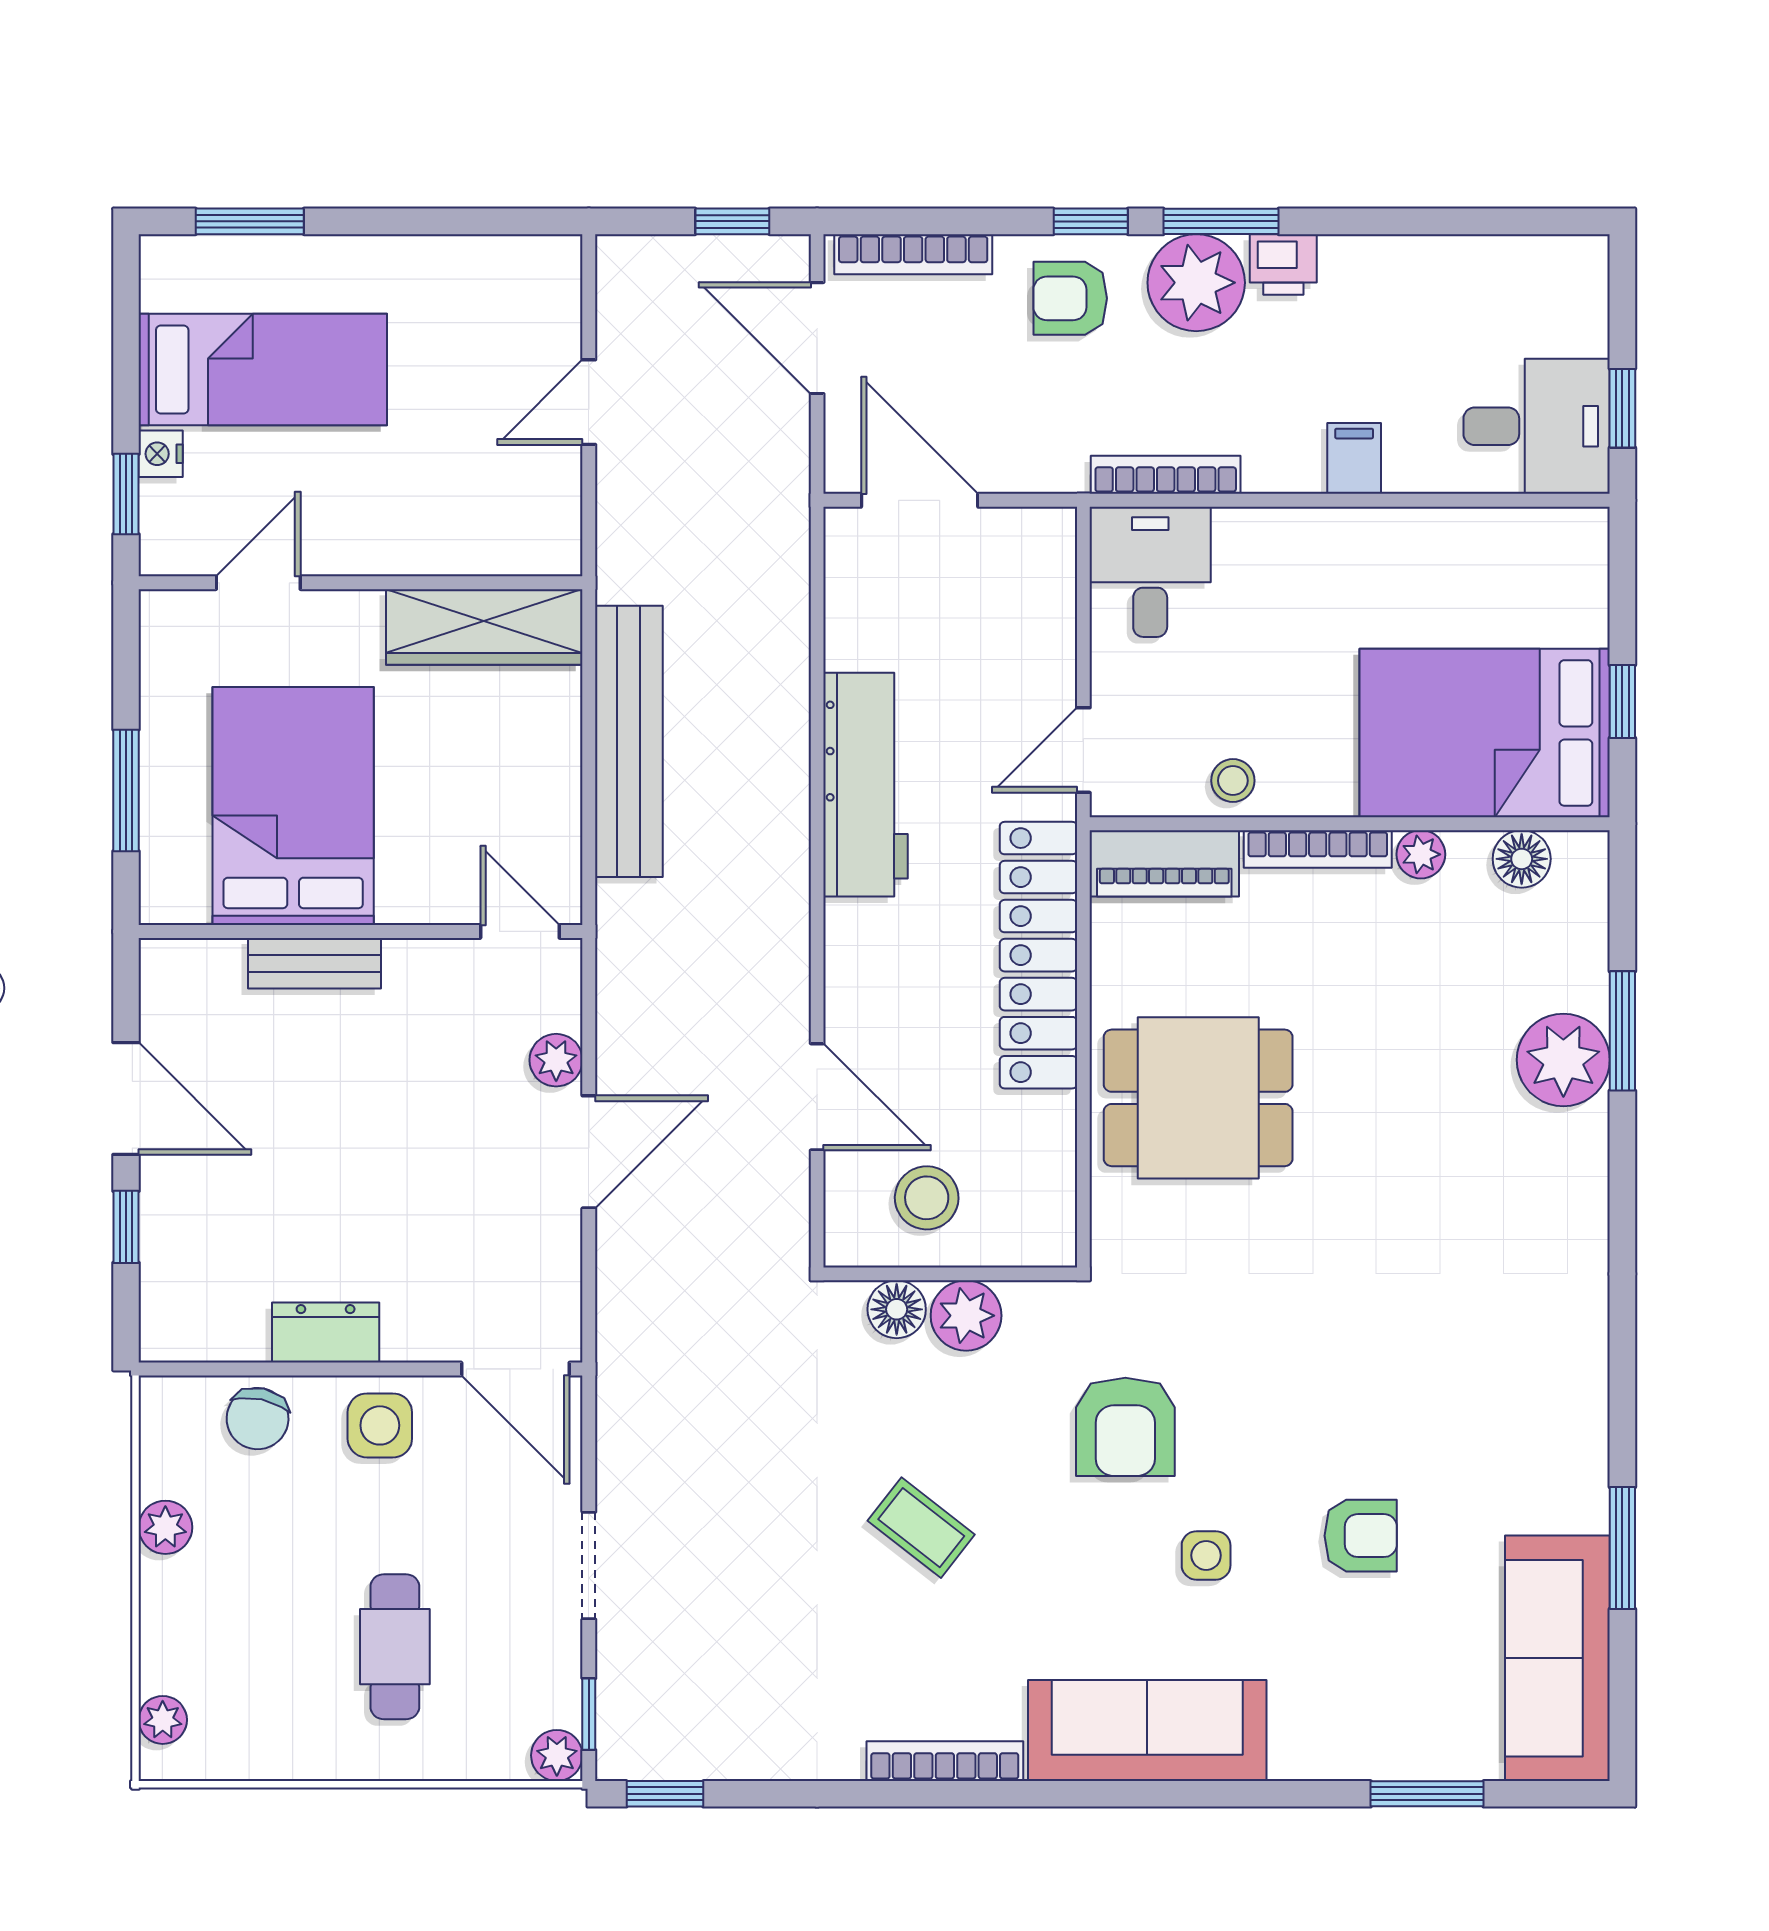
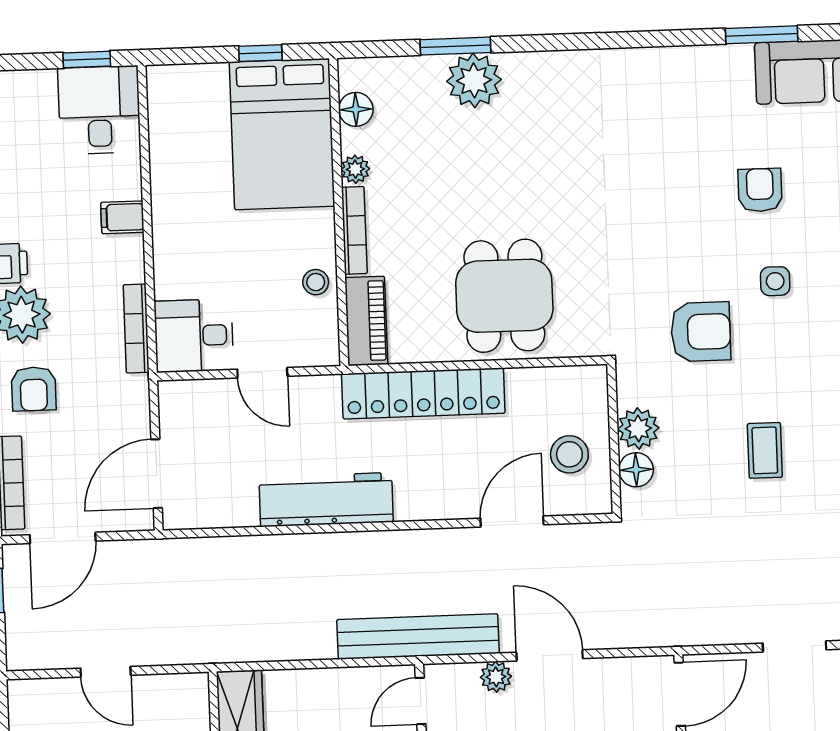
bench: (629, 741) -> (418, 636), moved
door: (1083, 750) -> (262, 373), moved
coffee table: (921, 1528) -> (765, 450), turned -38

